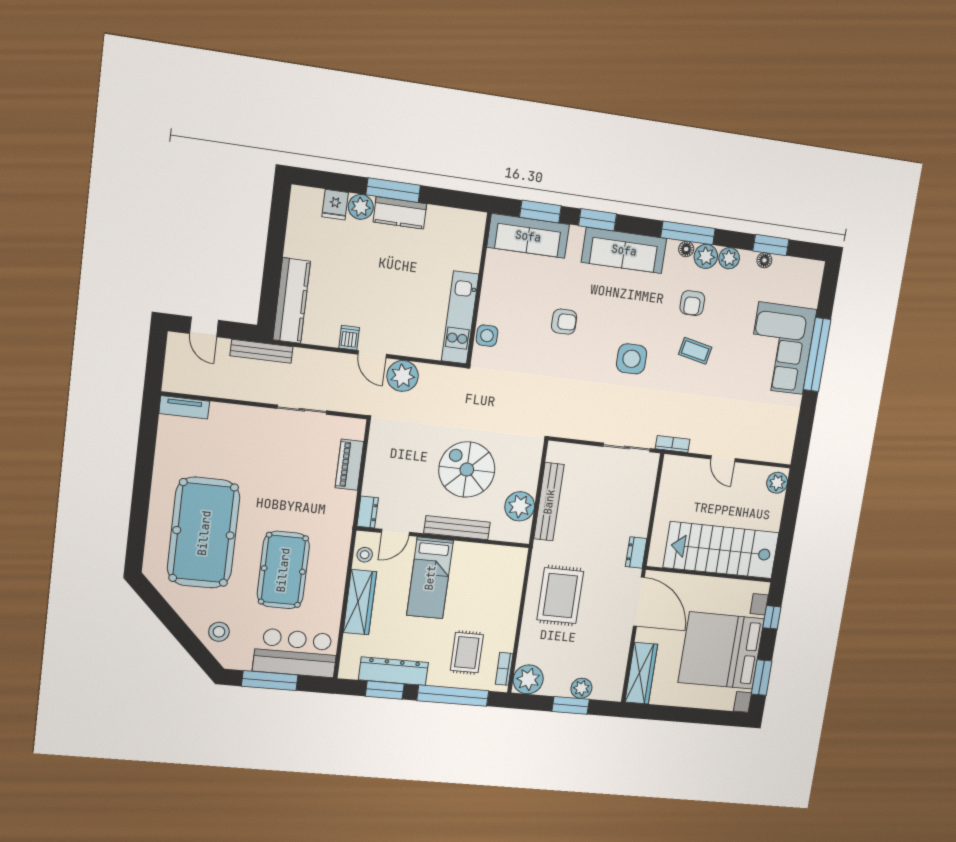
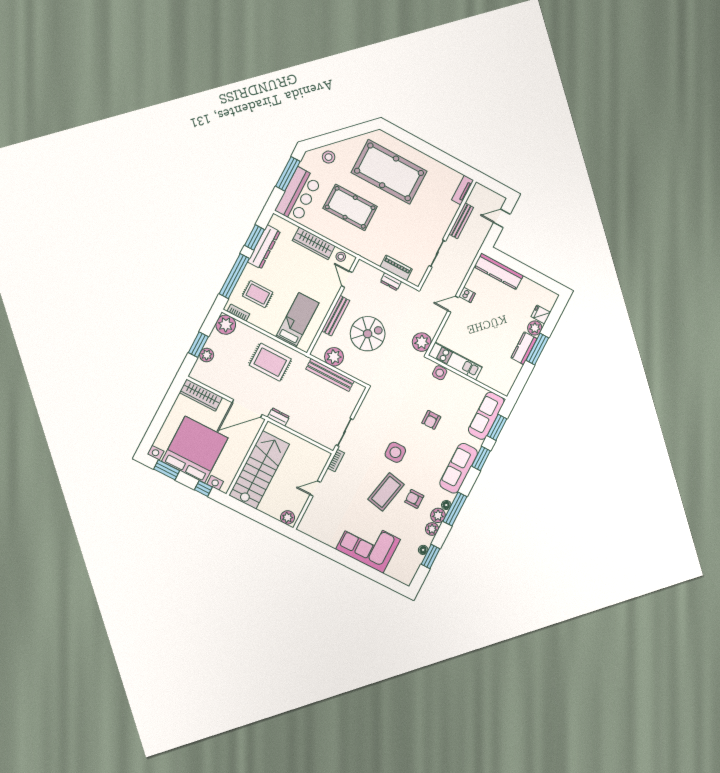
bench: (262, 351) -> (461, 221), moved
coffee table: (695, 351) -> (386, 492), width x1.86, depth x1.72
window: (817, 355) -> (356, 566), removed
plant: (403, 376) -> (422, 342), moved
dresser: (368, 512) -> (391, 282), moved
bed: (430, 578) -> (297, 320), moved, turned 90

